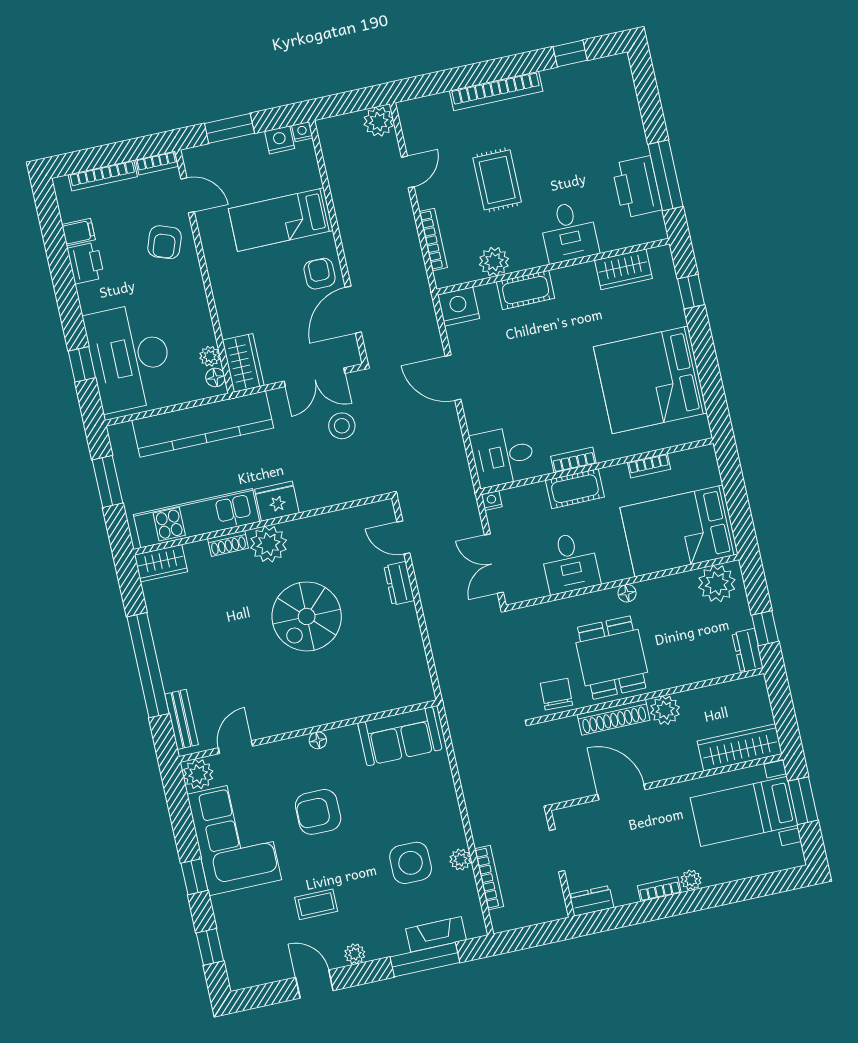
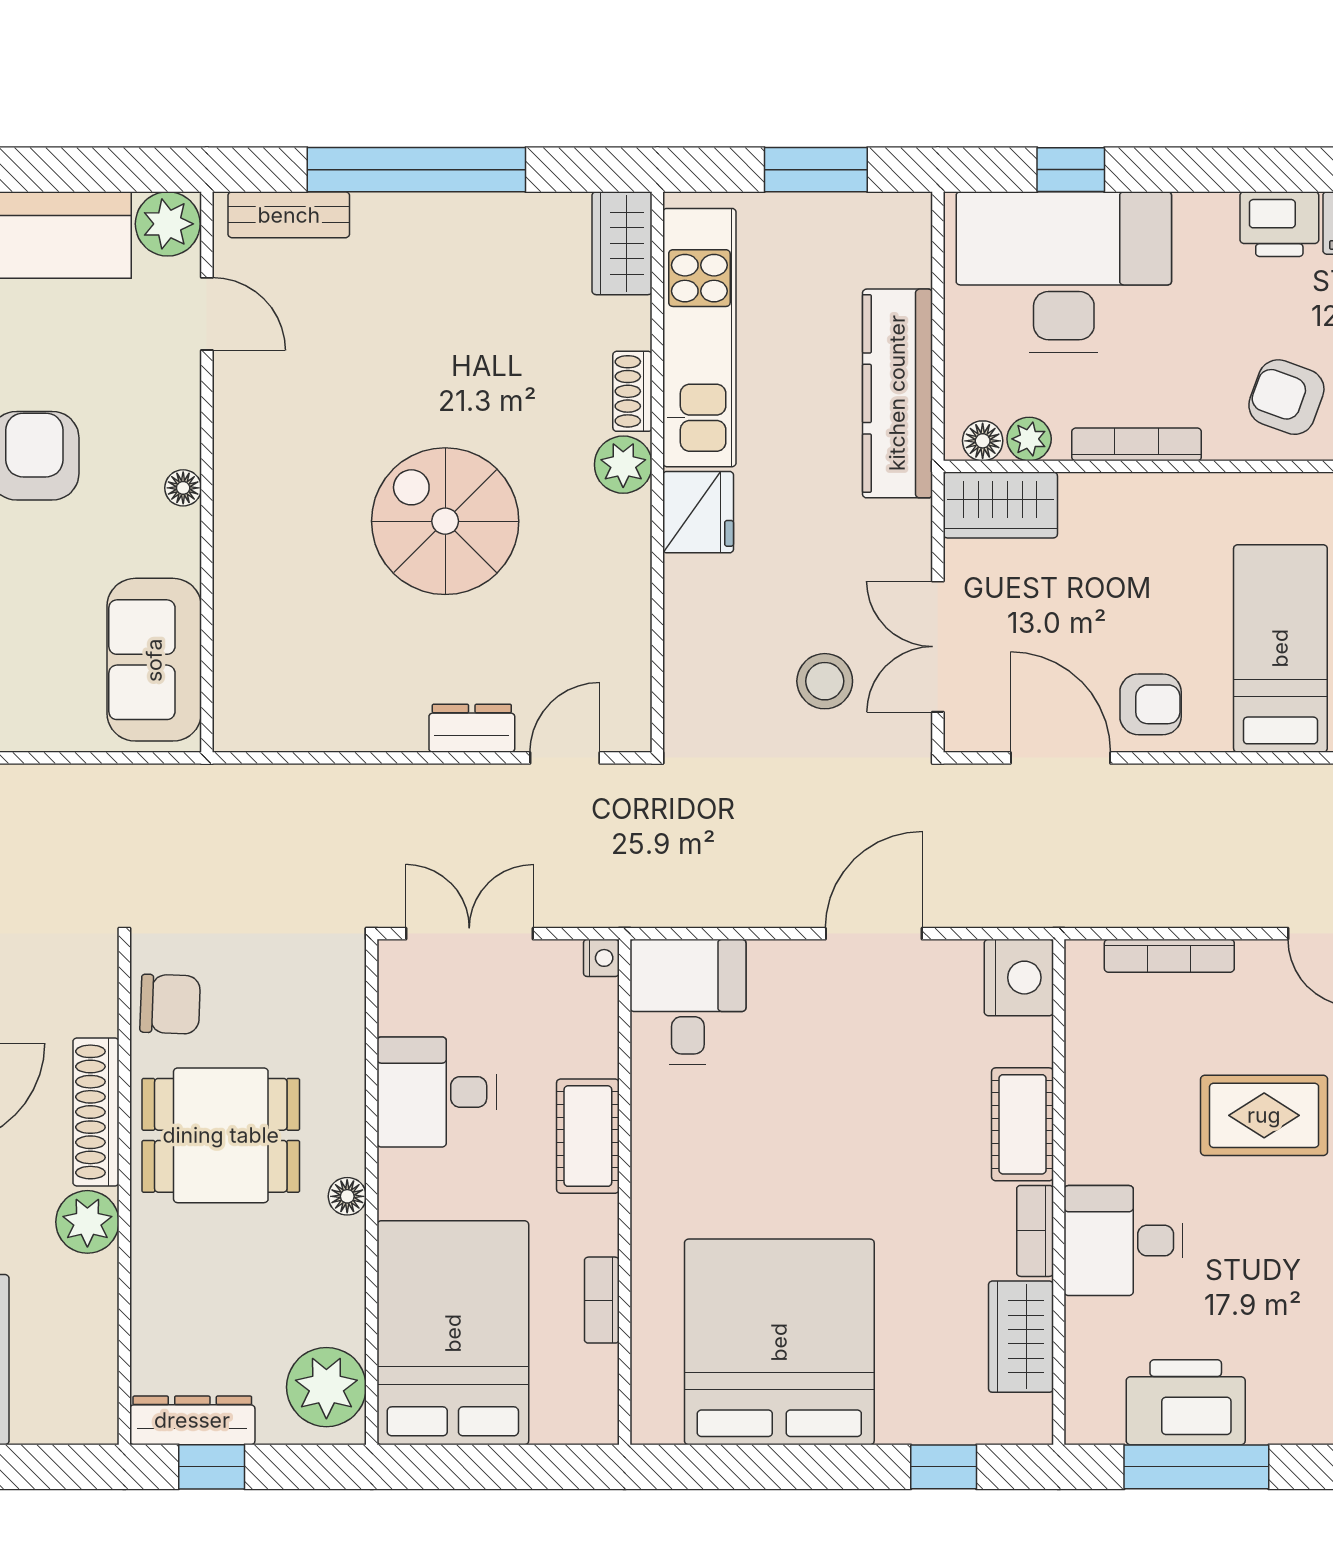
plant: (494, 262) -> (1096, 1072), removed
bookcase: (201, 306) -> (1137, 444), added
kitchen counter: (203, 424) -> (897, 393), width x0.72, depth x0.86
bookcase: (573, 460) -> (1035, 1231), moved, turned 180
plant: (269, 544) -> (623, 465), width x0.73, depth x0.73
dresser: (748, 651) -> (192, 1420), width x1.44

